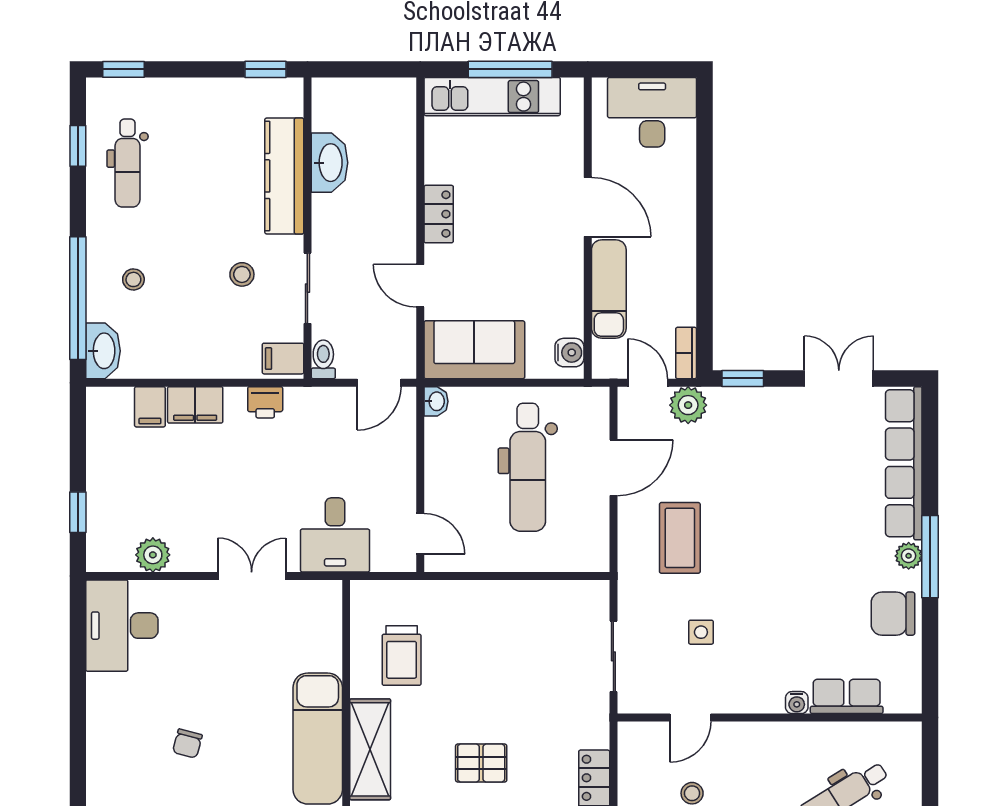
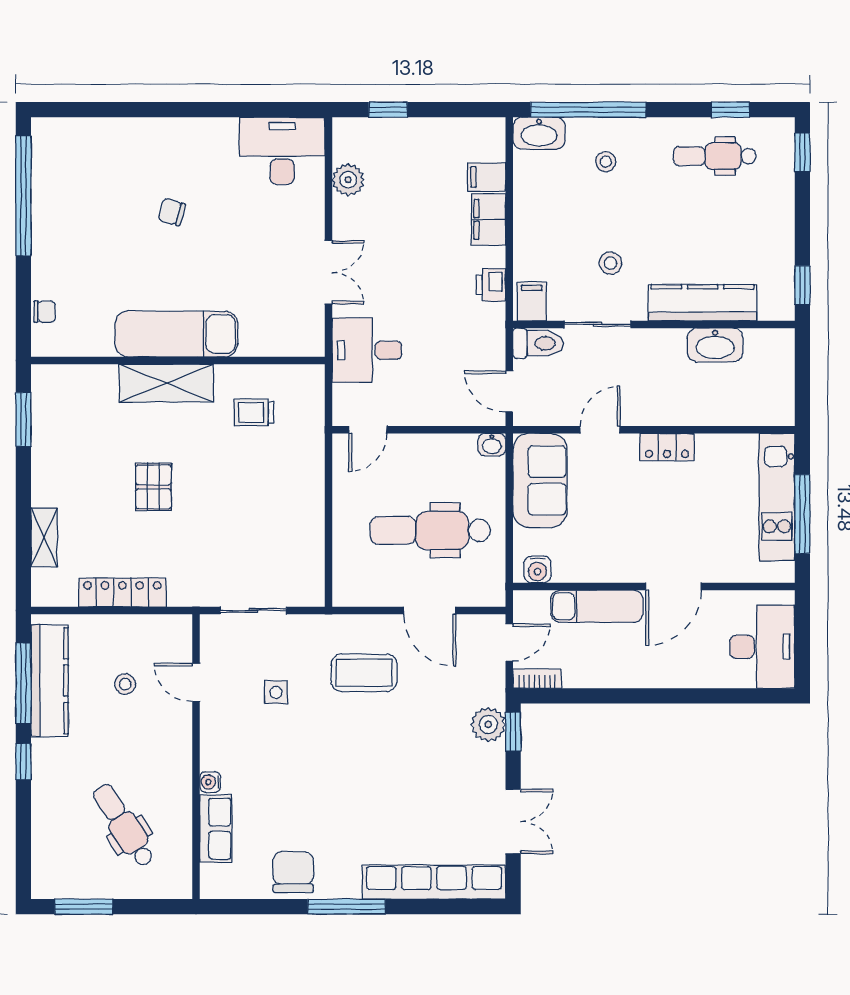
toilet: (323, 359) -> (538, 343), width x1.37, depth x1.39
plant: (688, 405) -> (488, 724), moved
plant: (909, 556) -> (347, 887), removed
trolley: (402, 656) -> (254, 412), width x0.73, depth x0.72

